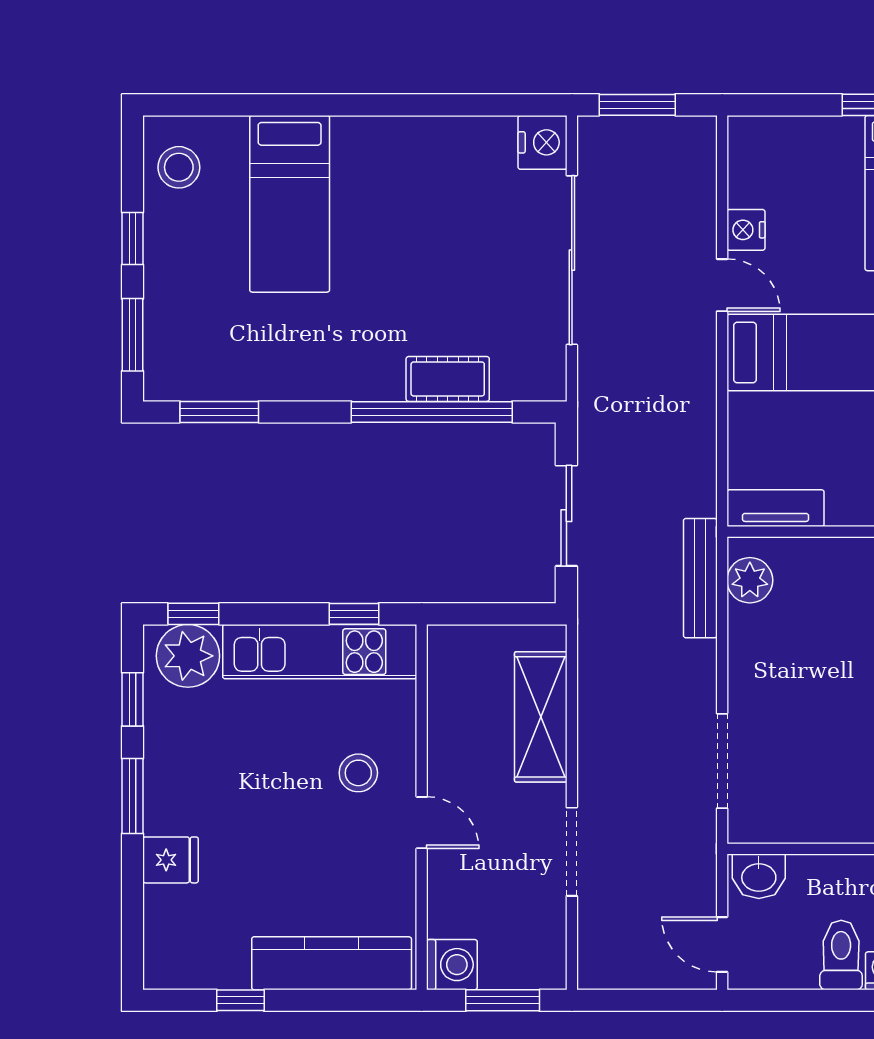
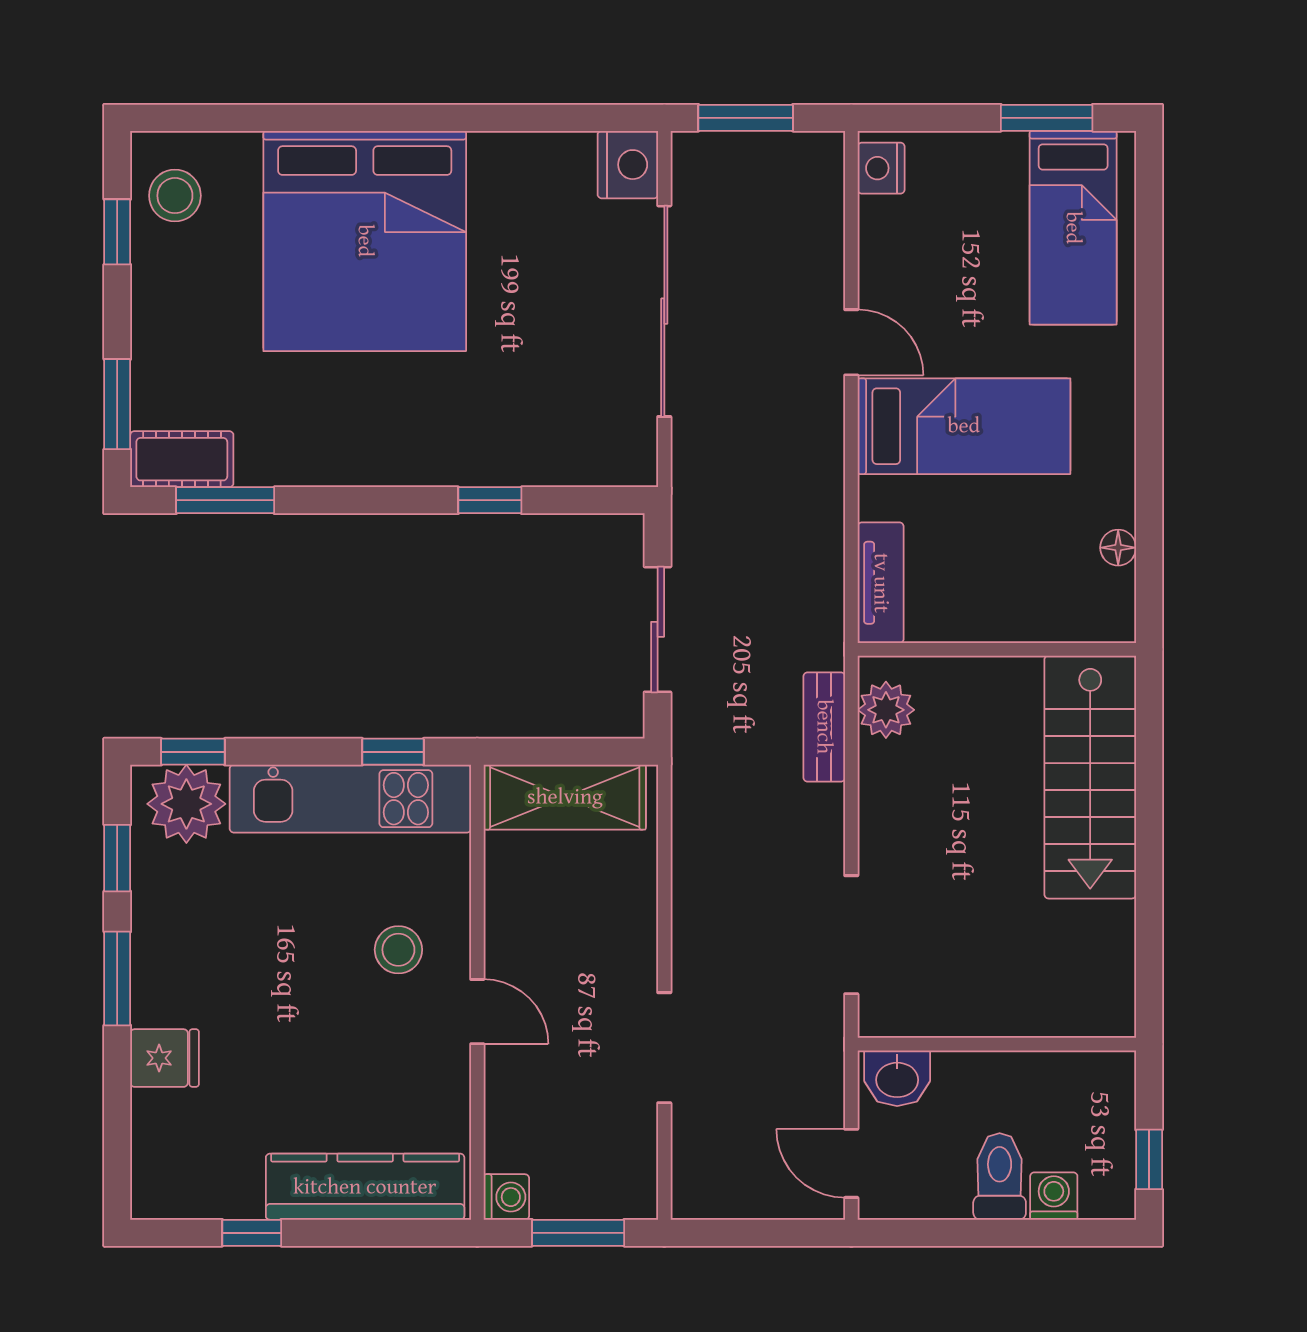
bed: (290, 204) -> (365, 241), width x2.04
nightstand: (746, 230) -> (881, 168), moved
window: (132, 238) -> (117, 232), moved
cot: (448, 379) -> (182, 459), moved
window: (432, 412) -> (490, 500), width x0.32
tv unit: (776, 508) -> (881, 583), moved, turned 90
bench: (700, 578) -> (824, 727), width x0.73
shelving: (541, 717) -> (565, 797), moved, turned 90
washing machine: (452, 965) -> (506, 1197), width x0.73, depth x0.73

